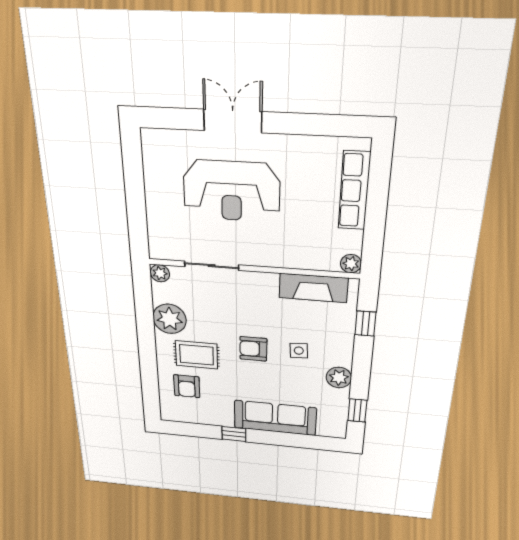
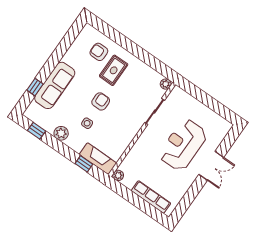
fireplace: (313, 288) -> (98, 159), moved, turned 90
plant: (170, 319) -> (140, 71), removed
window: (234, 434) -> (35, 87), moved

